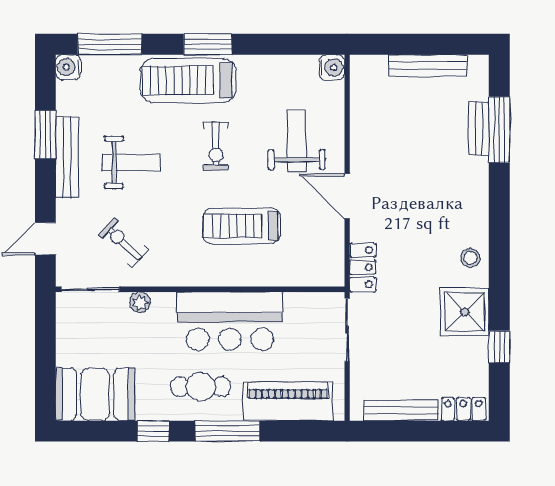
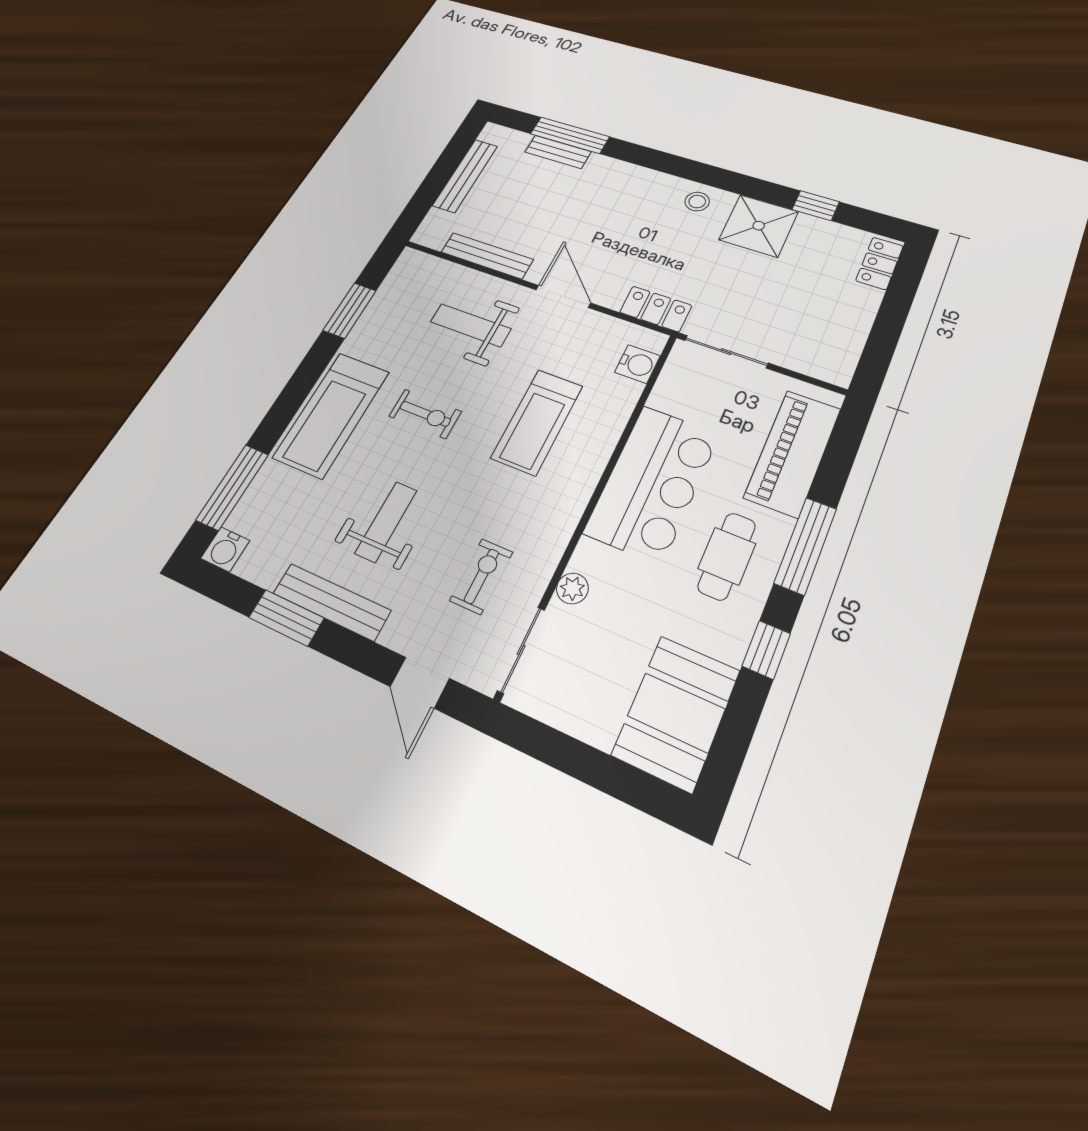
window: (208, 44) -> (350, 310), moved
water cooler: (332, 67) -> (637, 364), moved, turned 90
door: (347, 196) -> (563, 296), swing flipped
exercise bike: (123, 243) -> (481, 576), turned 136
bench: (401, 410) -> (487, 256), moved, turned 90

